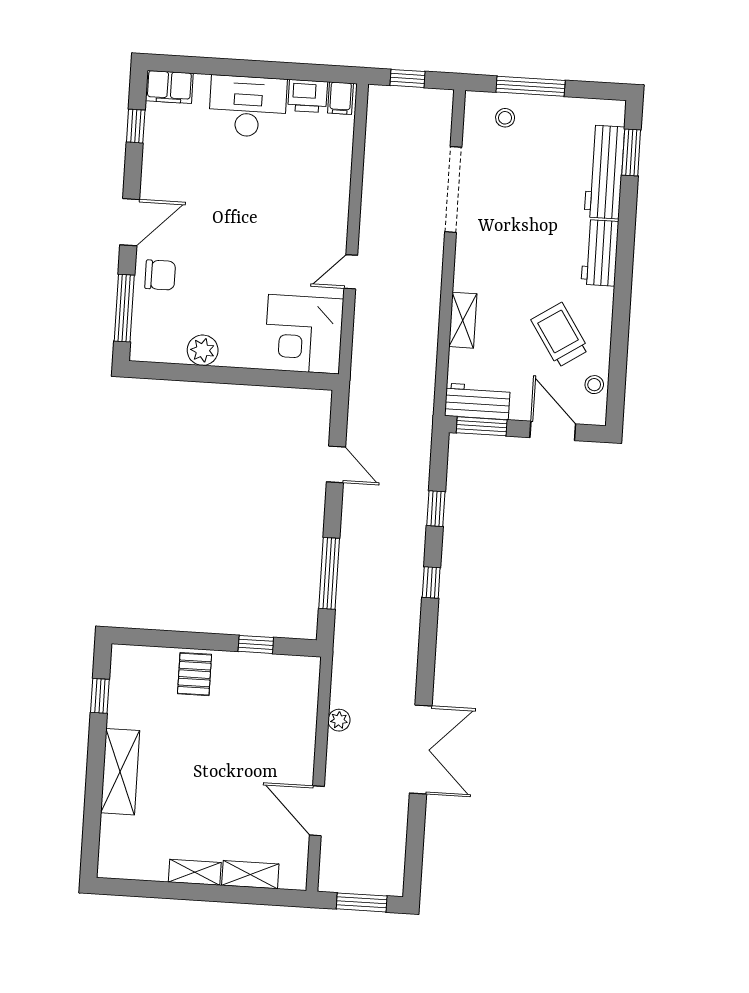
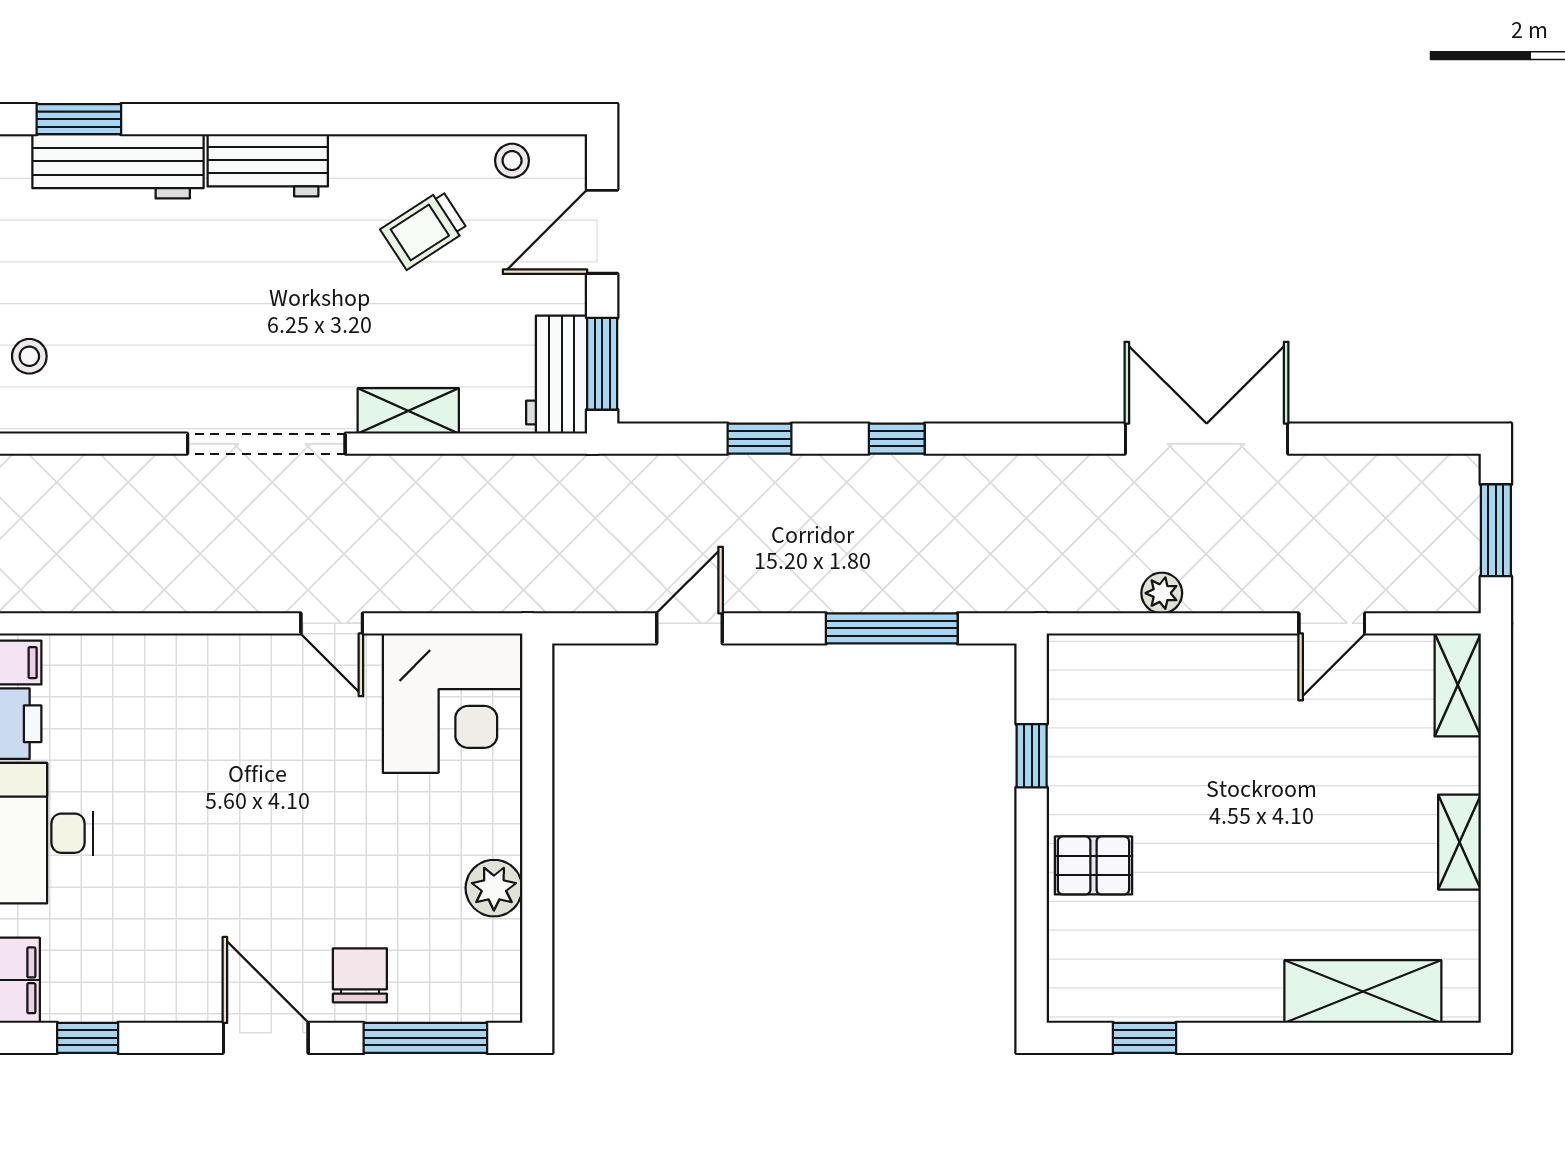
doorway: (453, 189) -> (266, 444), moved
trolley: (560, 335) -> (424, 230), width x0.73, depth x0.72
shelving: (120, 772) -> (1363, 992), moved
door: (317, 811) -> (1332, 623), width x0.73
shelving: (250, 875) -> (1458, 685), moved

